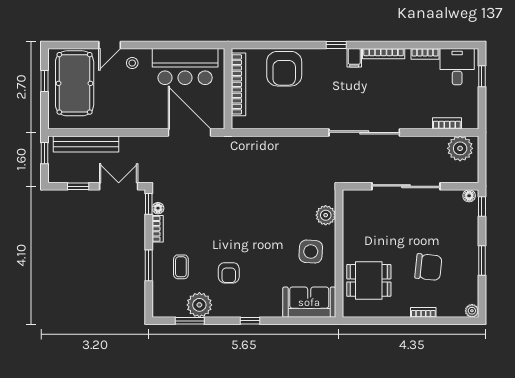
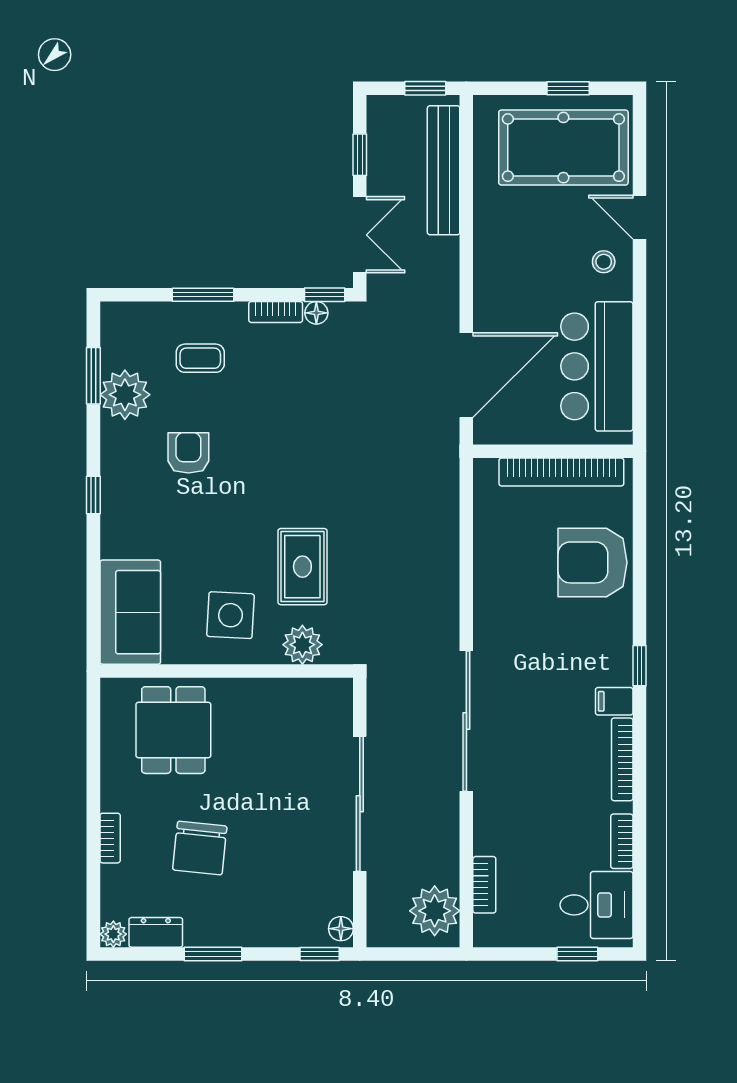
rug: (286, 215) -> (302, 567), added
armchair: (229, 273) -> (188, 453), turned 90
dresser: (471, 289) -> (156, 932), added

